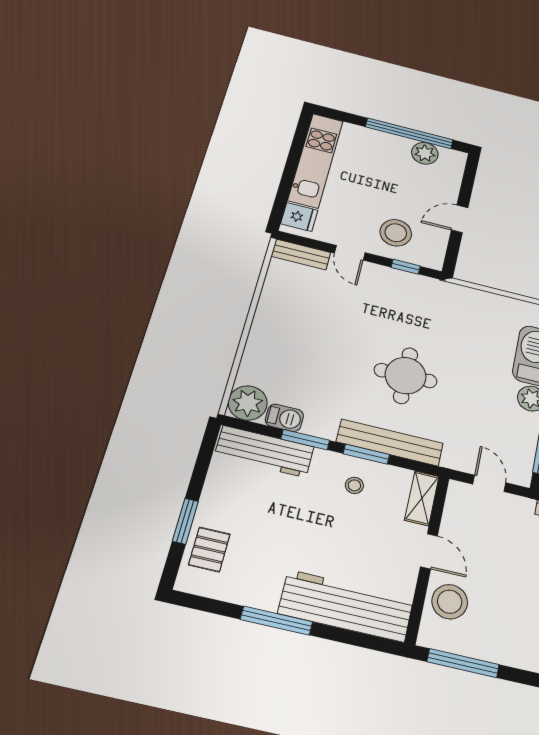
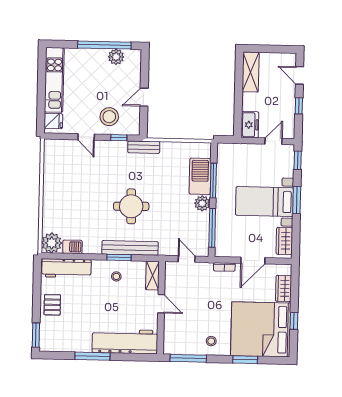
bench: (301, 254) -> (144, 147), moved
window: (305, 440) -> (86, 257), removed
window: (185, 521) -> (36, 335), moved
pallet: (209, 549) -> (52, 305), moved
stool: (450, 602) -> (211, 341), moved, width x0.53, depth x0.53

